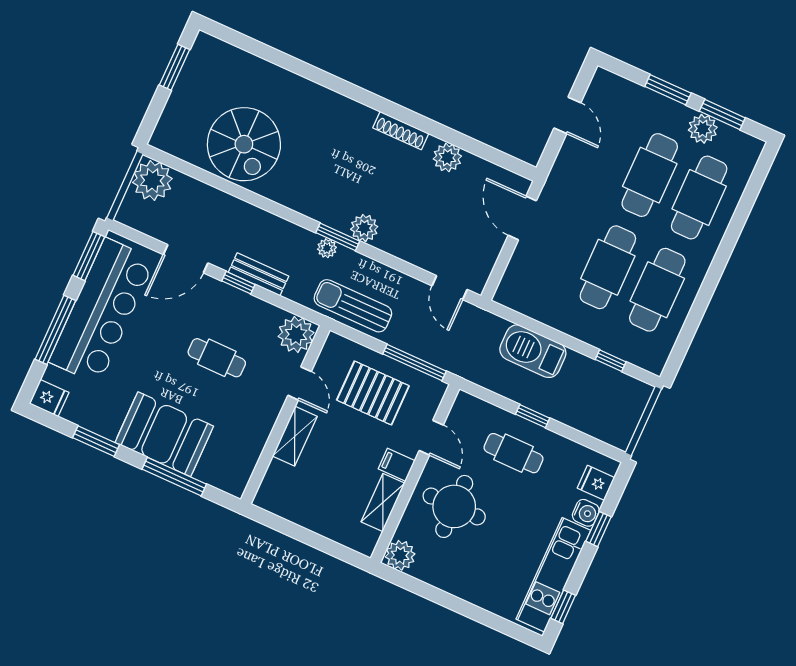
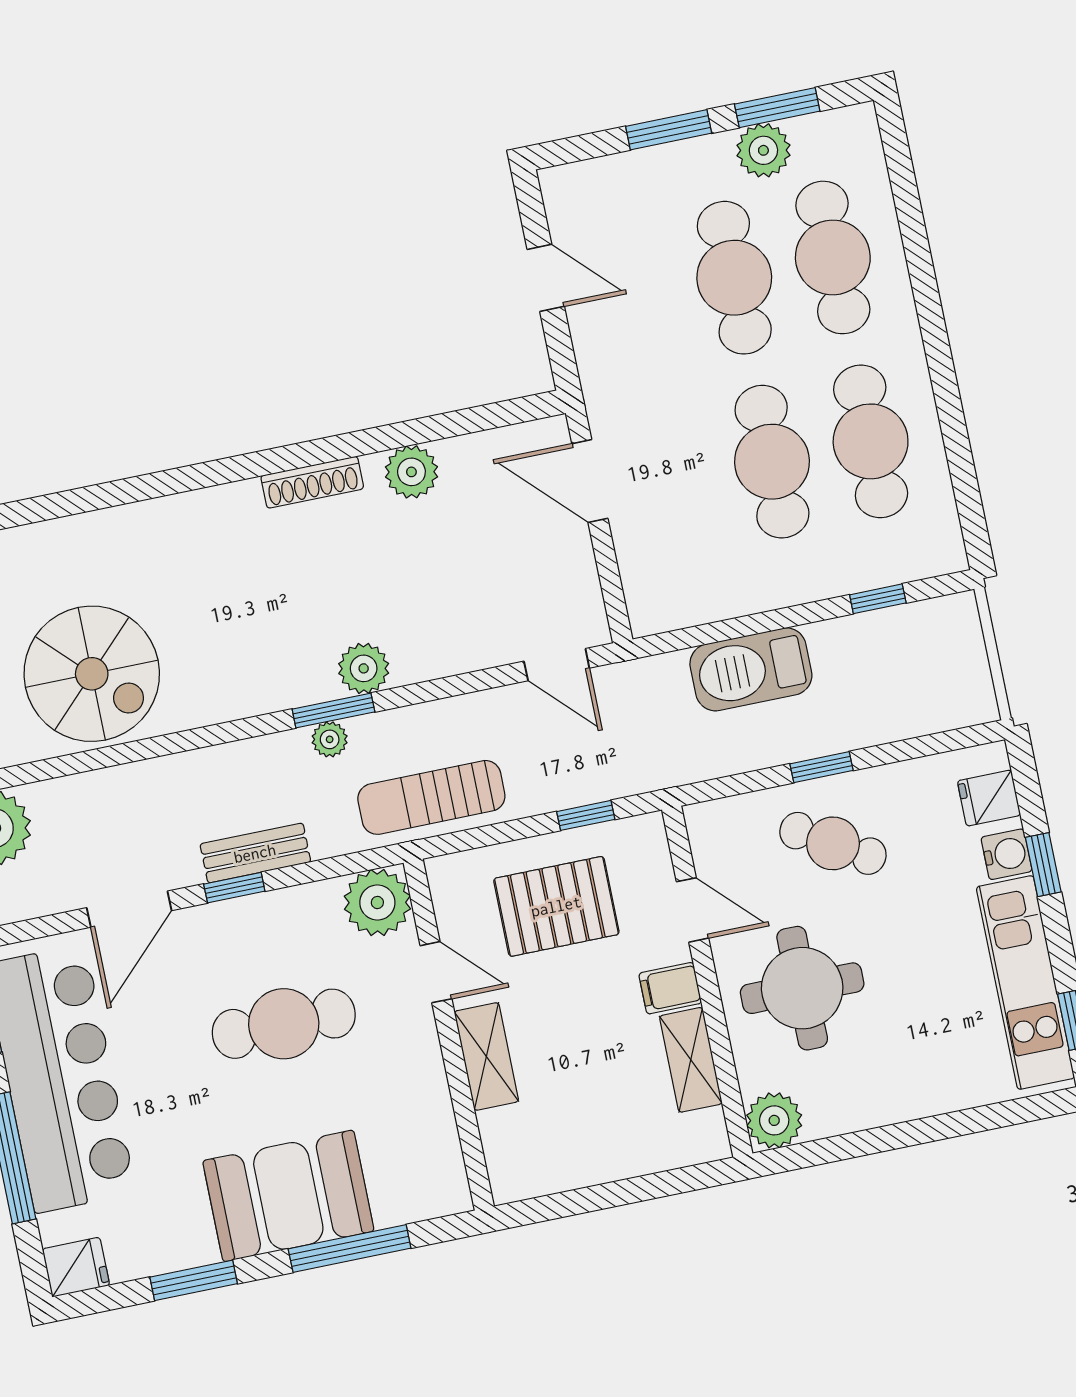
cafe table: (217, 358) -> (284, 1024), width x1.37, depth x1.35
window: (415, 363) -> (586, 815), width x0.46
cafe table: (513, 453) -> (833, 843), turned 31

